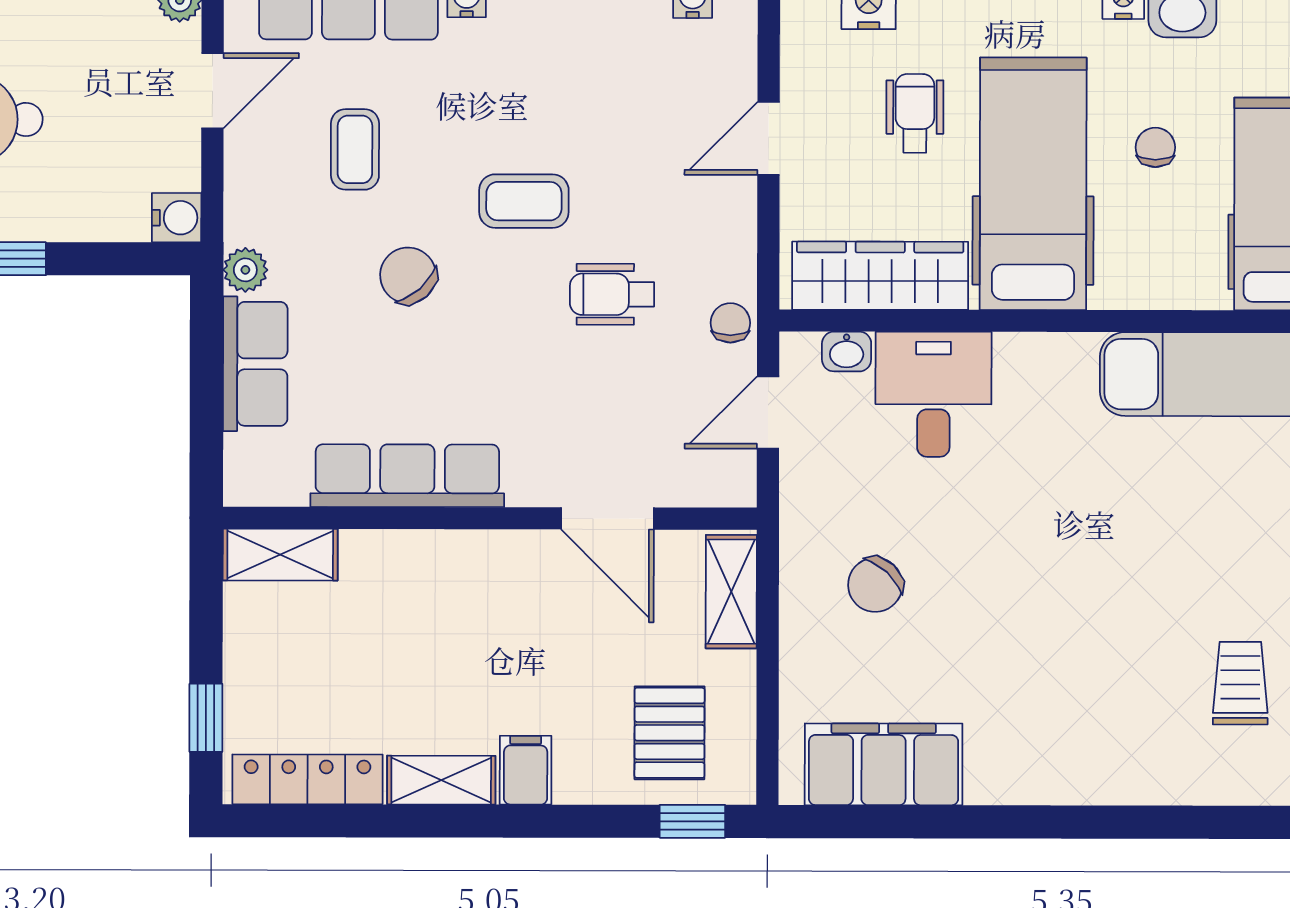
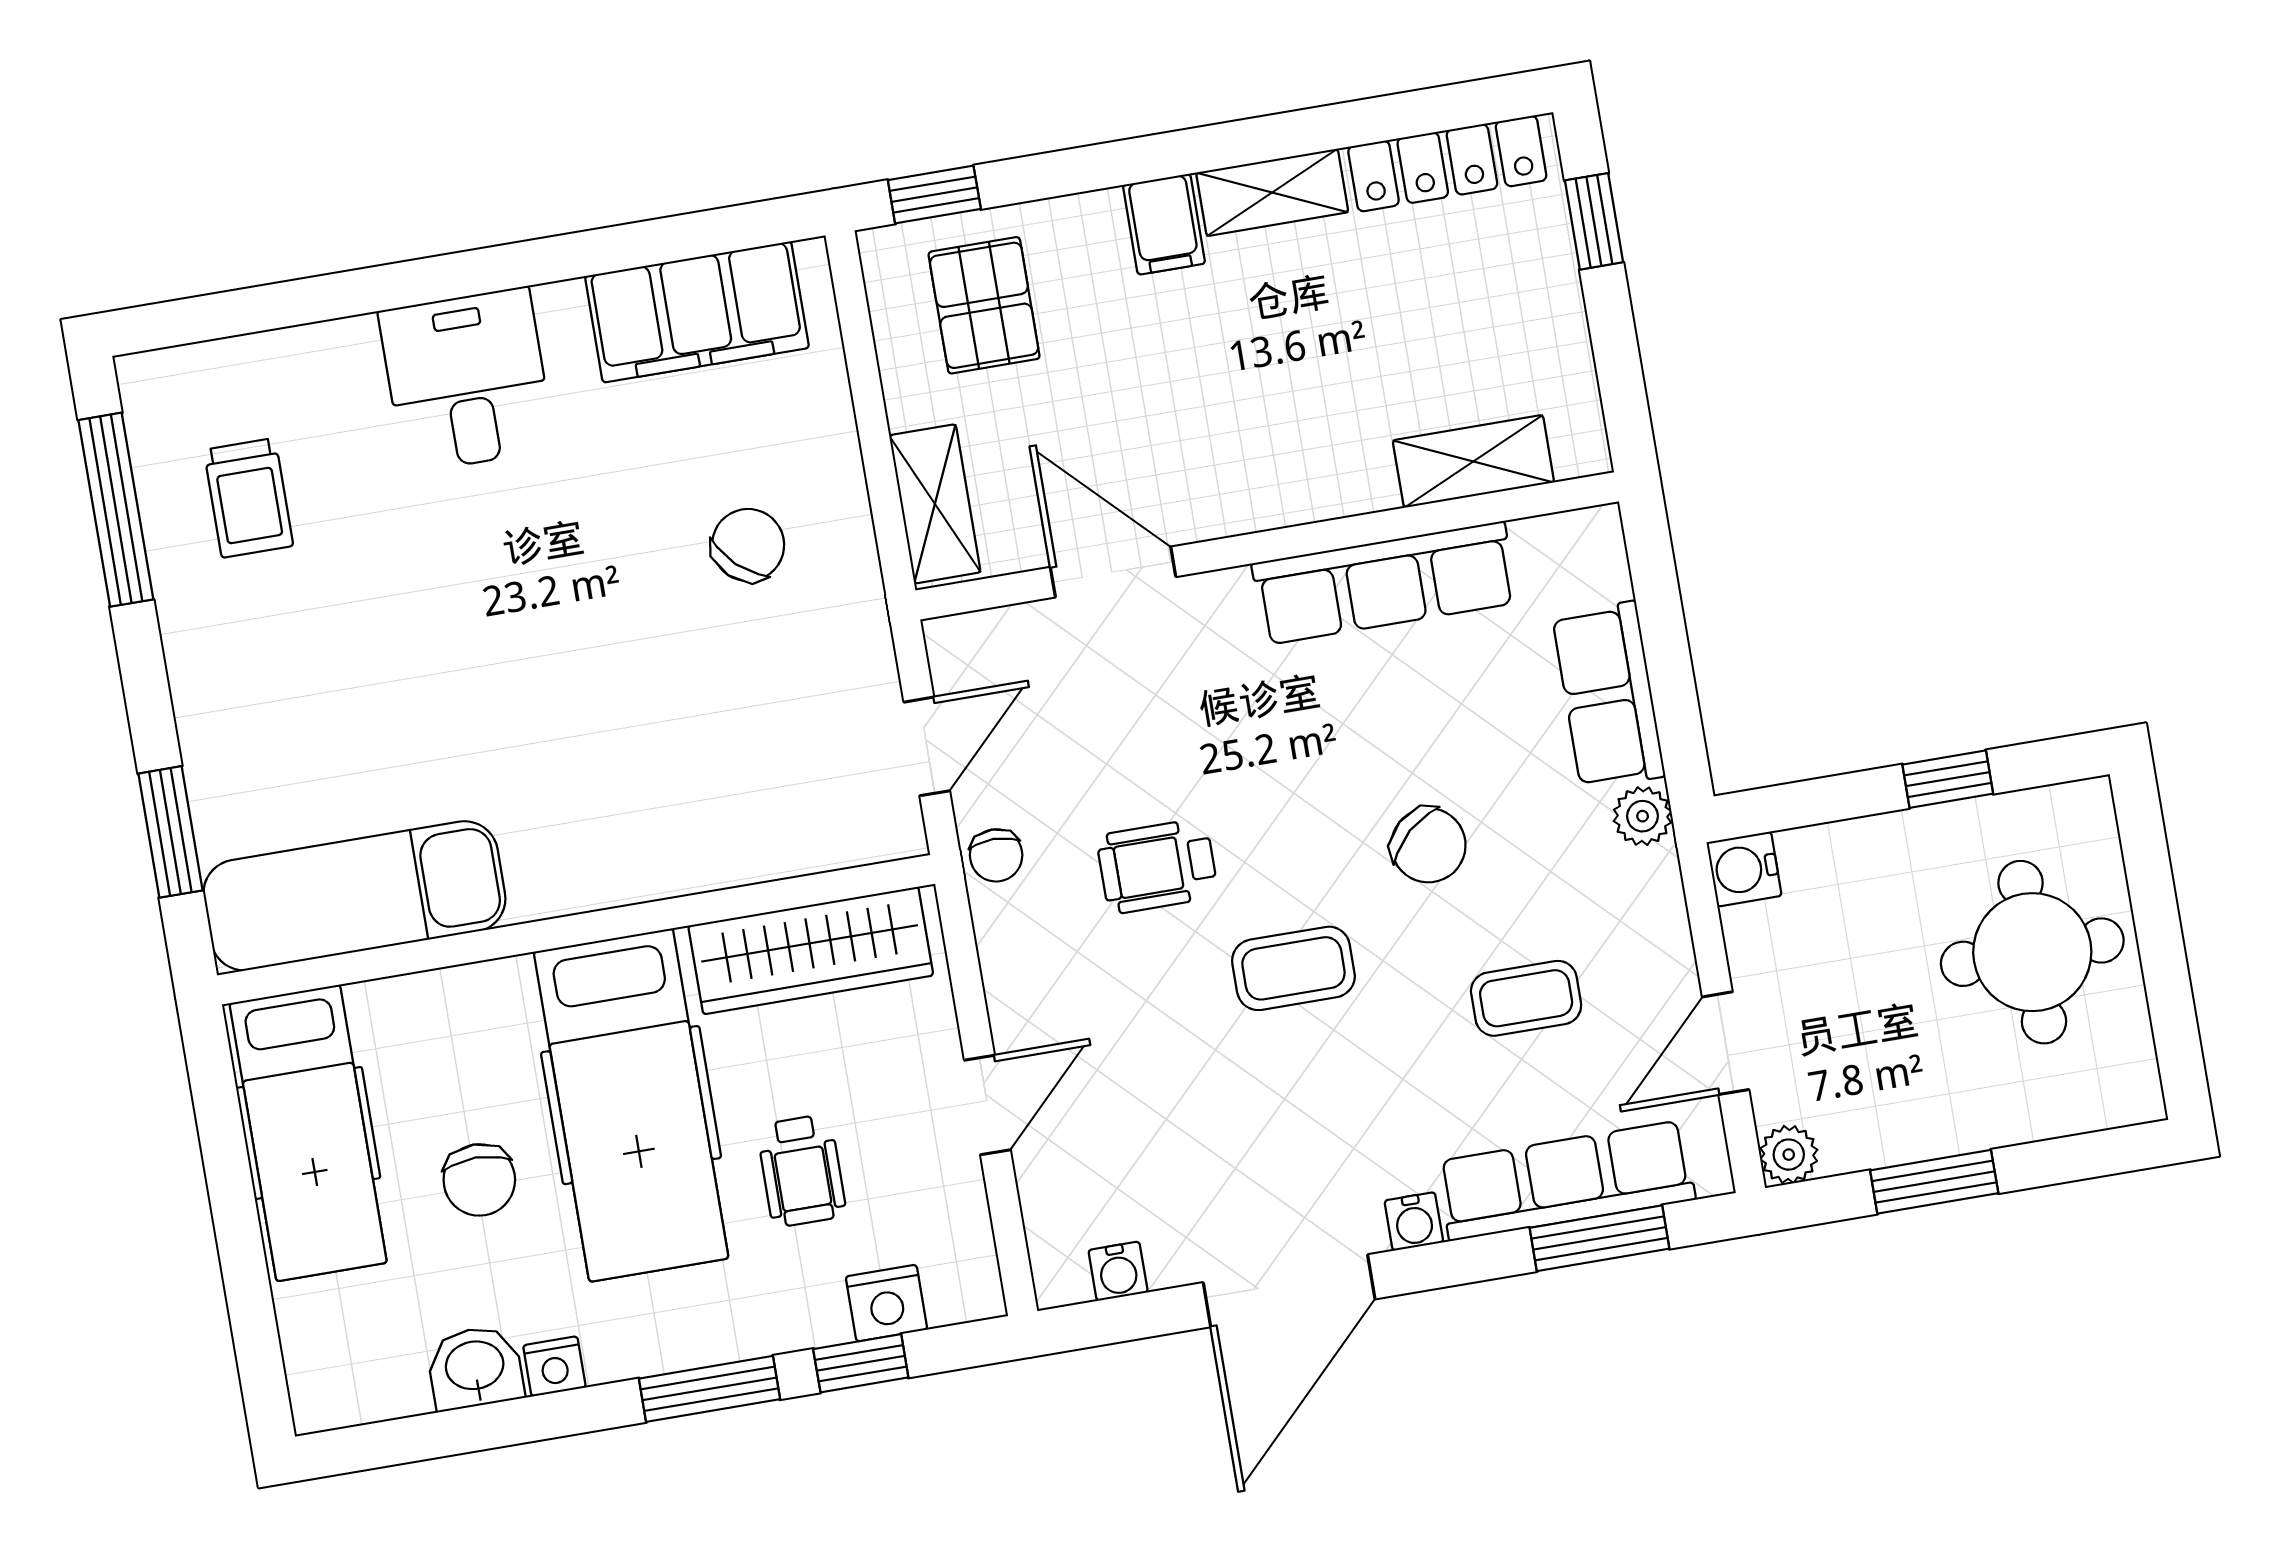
chair: (1155, 147) -> (479, 1180), width x1.37, depth x1.37
coffee table: (355, 149) -> (1526, 998), turned 90
wheelchair: (612, 294) -> (1157, 866), turned 180
washbasin: (847, 352) -> (838, 844), removed
desk: (933, 394) -> (467, 380), moved, turned 180
shelving: (280, 555) -> (1473, 461), moved

